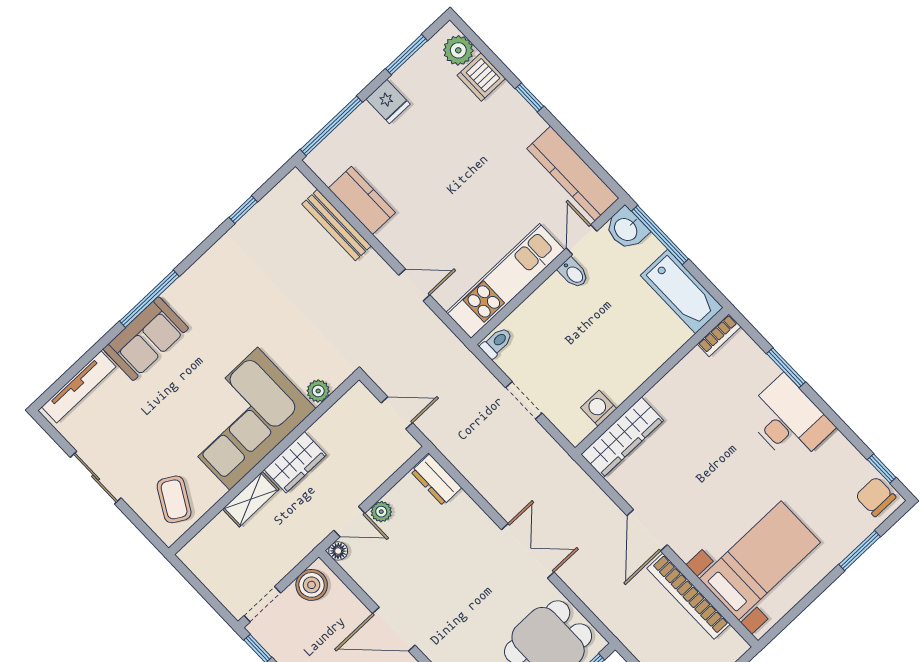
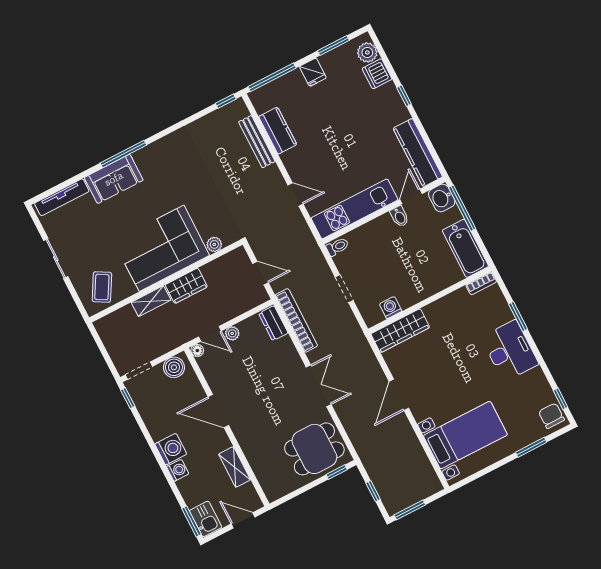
window: (243, 210) -> (226, 101), moved
bookcase: (688, 596) -> (296, 320), moved, turned 180

